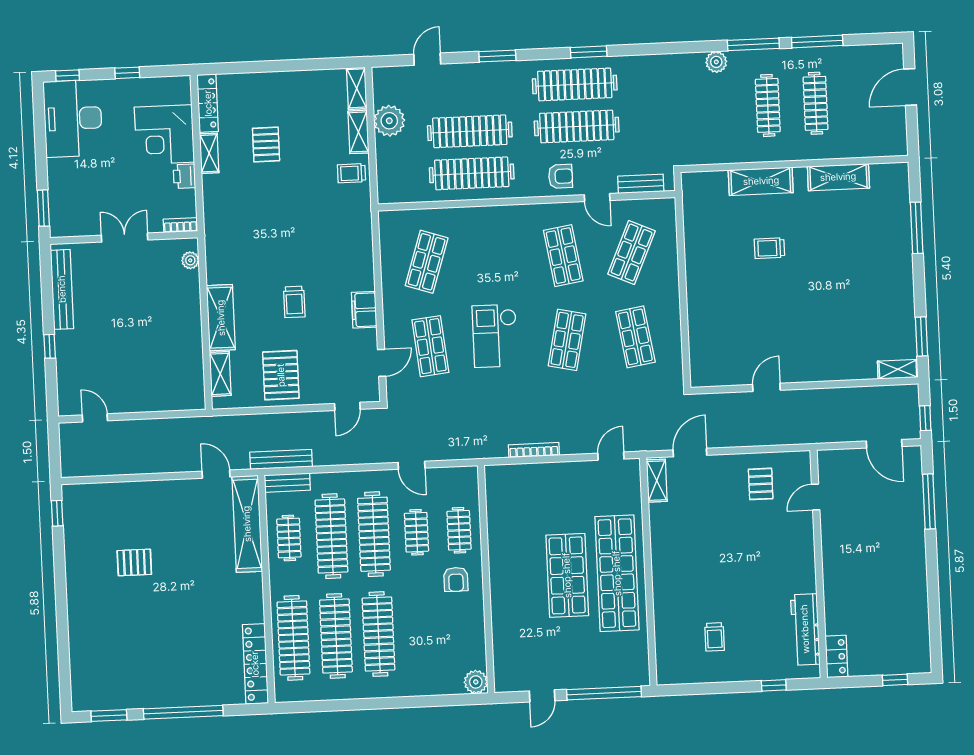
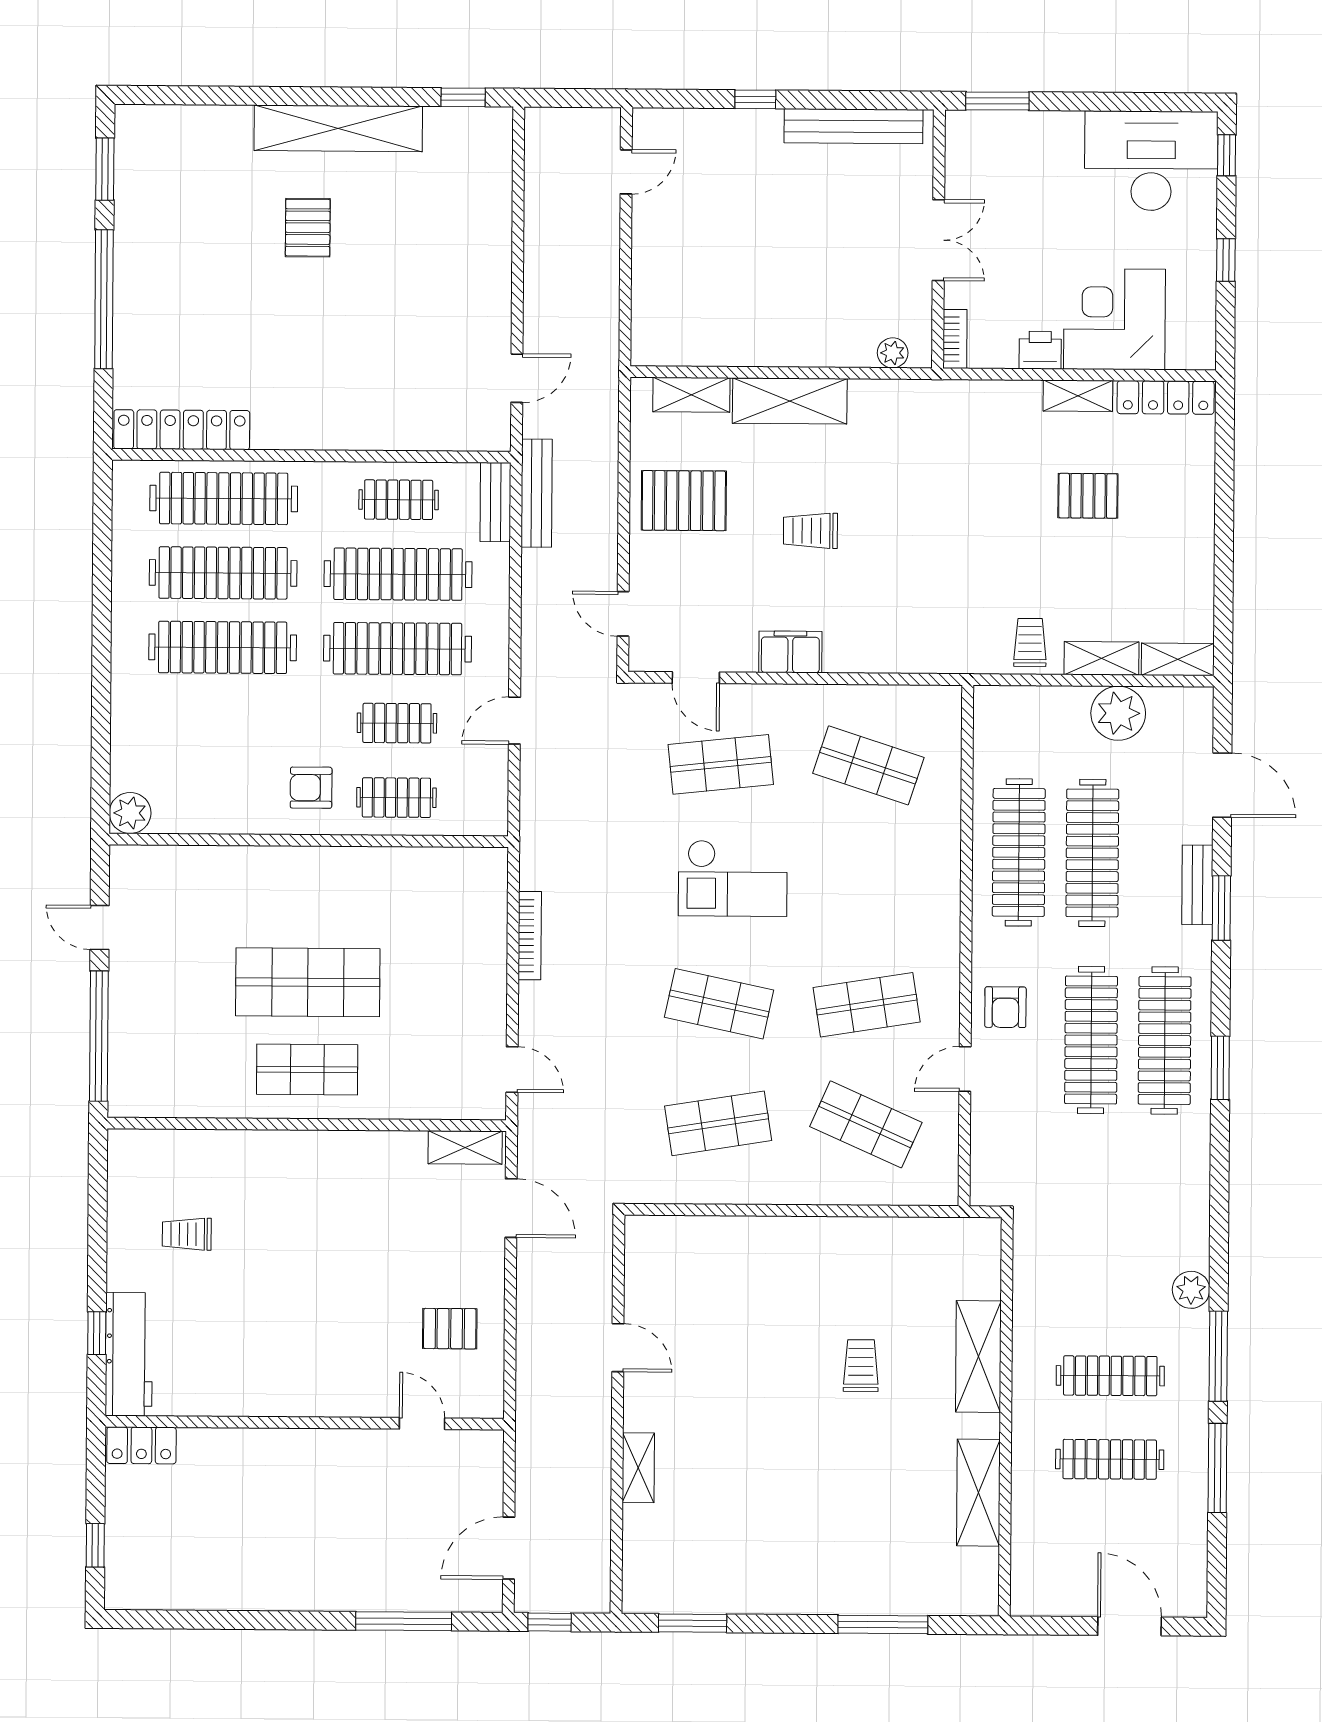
door: (427, 59) -> (1222, 785), width x1.38
bench: (641, 184) -> (1197, 885), moved
checkout: (495, 336) -> (733, 878), turned 180
shelving: (898, 369) -> (638, 1468), moved
shelving: (247, 524) -> (338, 128), moved
pallet: (134, 562) -> (308, 228), moved
shop shelf: (617, 573) -> (307, 1069), width x0.50, depth x0.74
workbench: (805, 629) -> (129, 1354), moved, turned 90

